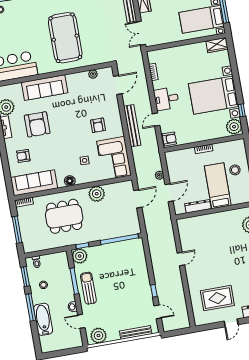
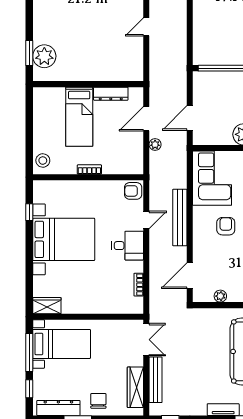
plant: (234, 127) -> (43, 192), removed
stool: (235, 170) -> (43, 161), moved

